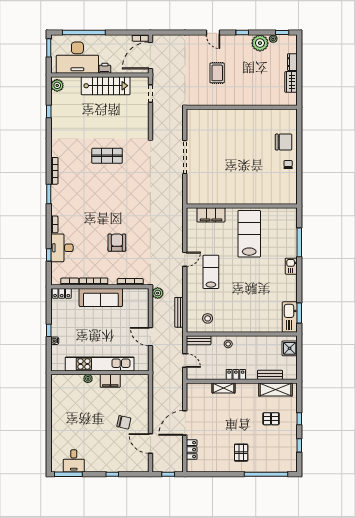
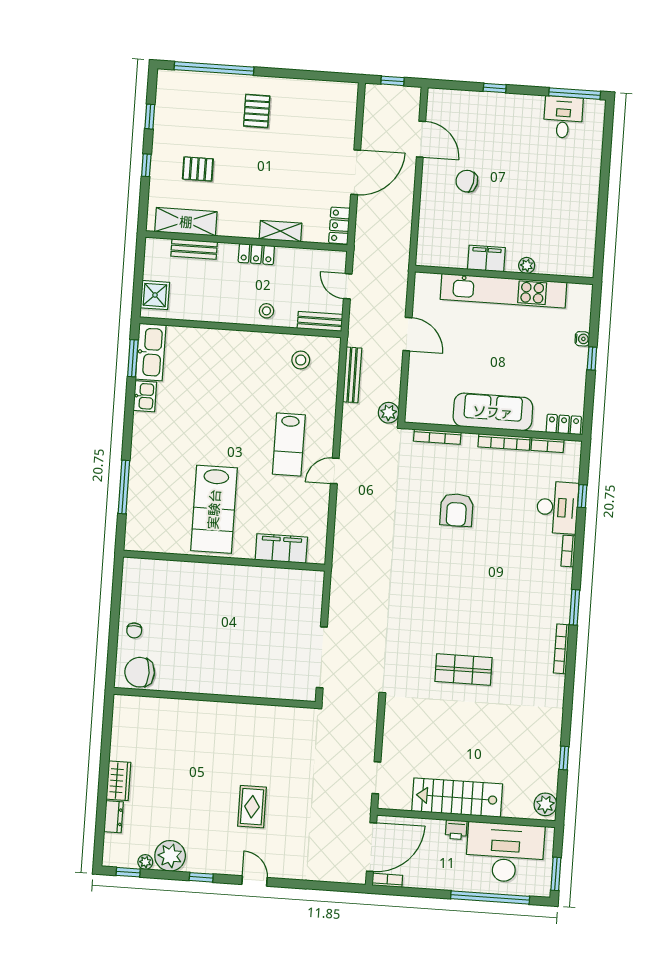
wall: (242, 107) -> (214, 698), moved
kitchen sink: (291, 266) -> (145, 396), moved
locker: (192, 450) -> (339, 226), moved

